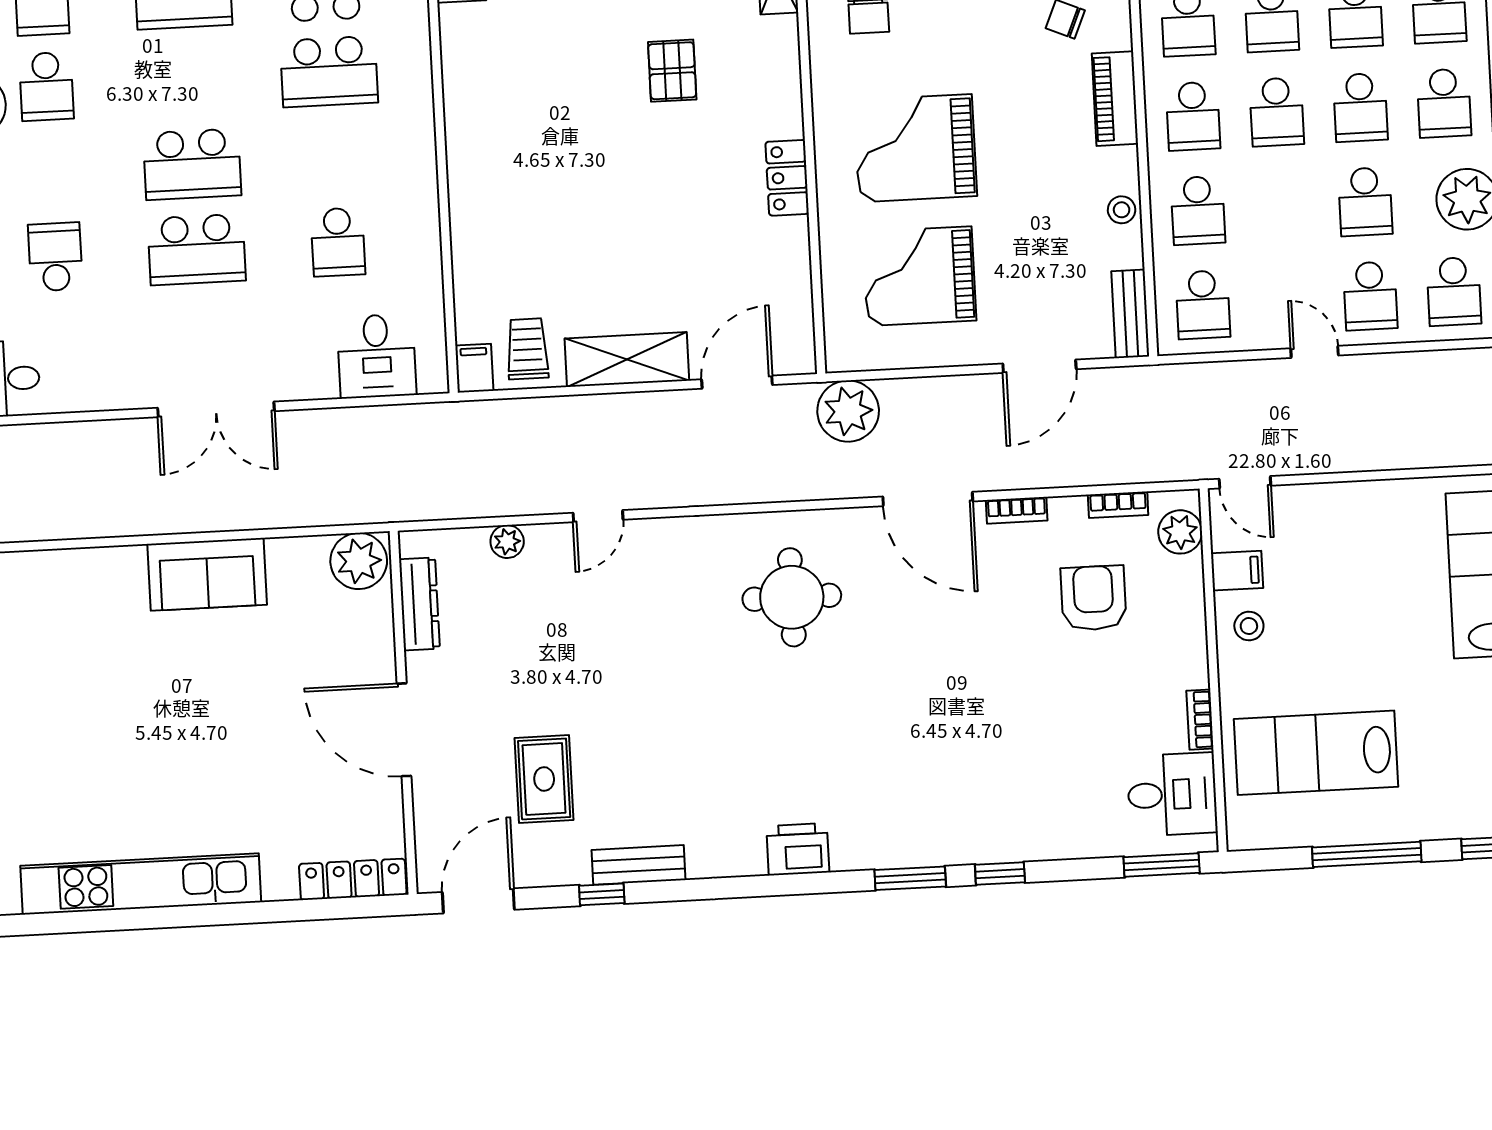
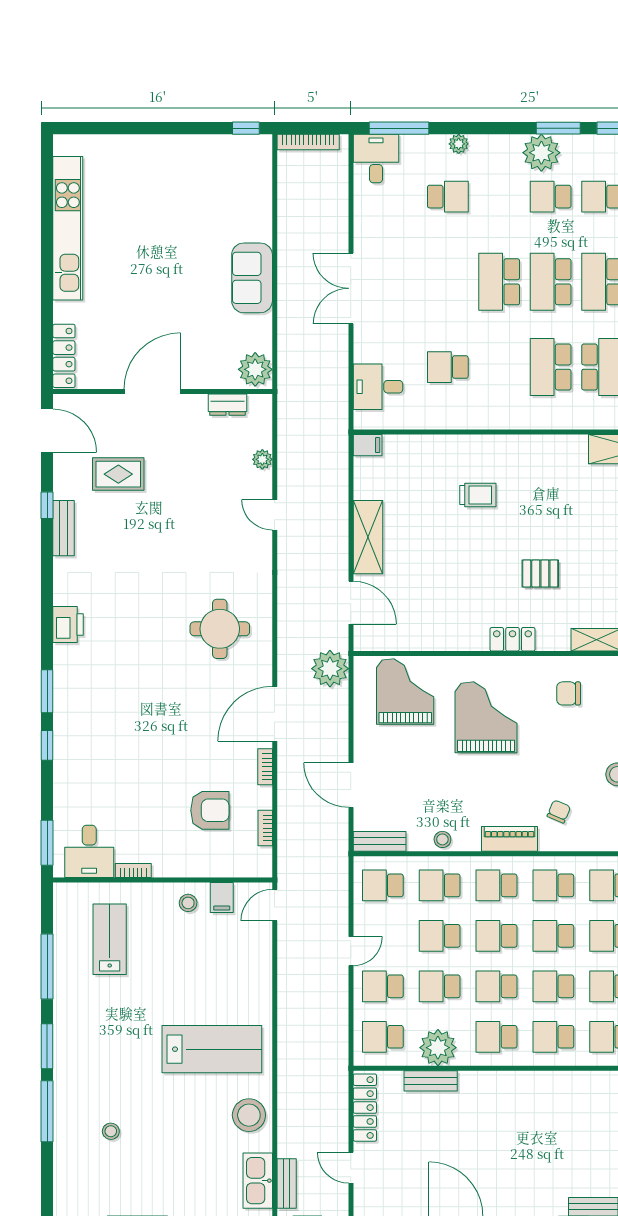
locker: (787, 178) -> (512, 639), moved
school desk: (1282, 206) -> (440, 936), added
school desk: (197, 249) -> (551, 282), moved
grand piano: (919, 276) -> (405, 691), moved
trolley: (527, 349) -> (478, 495), moved
plant: (1180, 532) -> (247, 865), removed
dresser: (419, 604) -> (227, 405), width x0.70
lab bench: (1316, 753) -> (110, 939), width x0.73, depth x0.72

